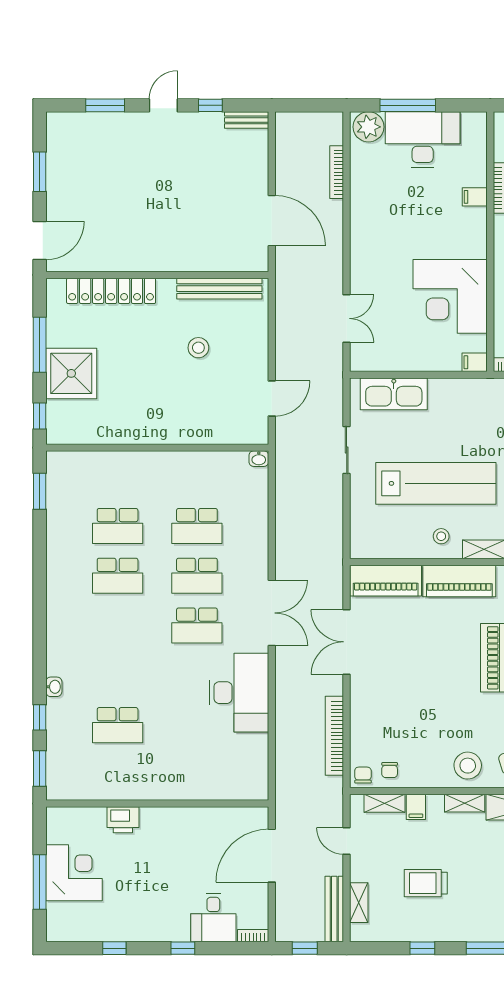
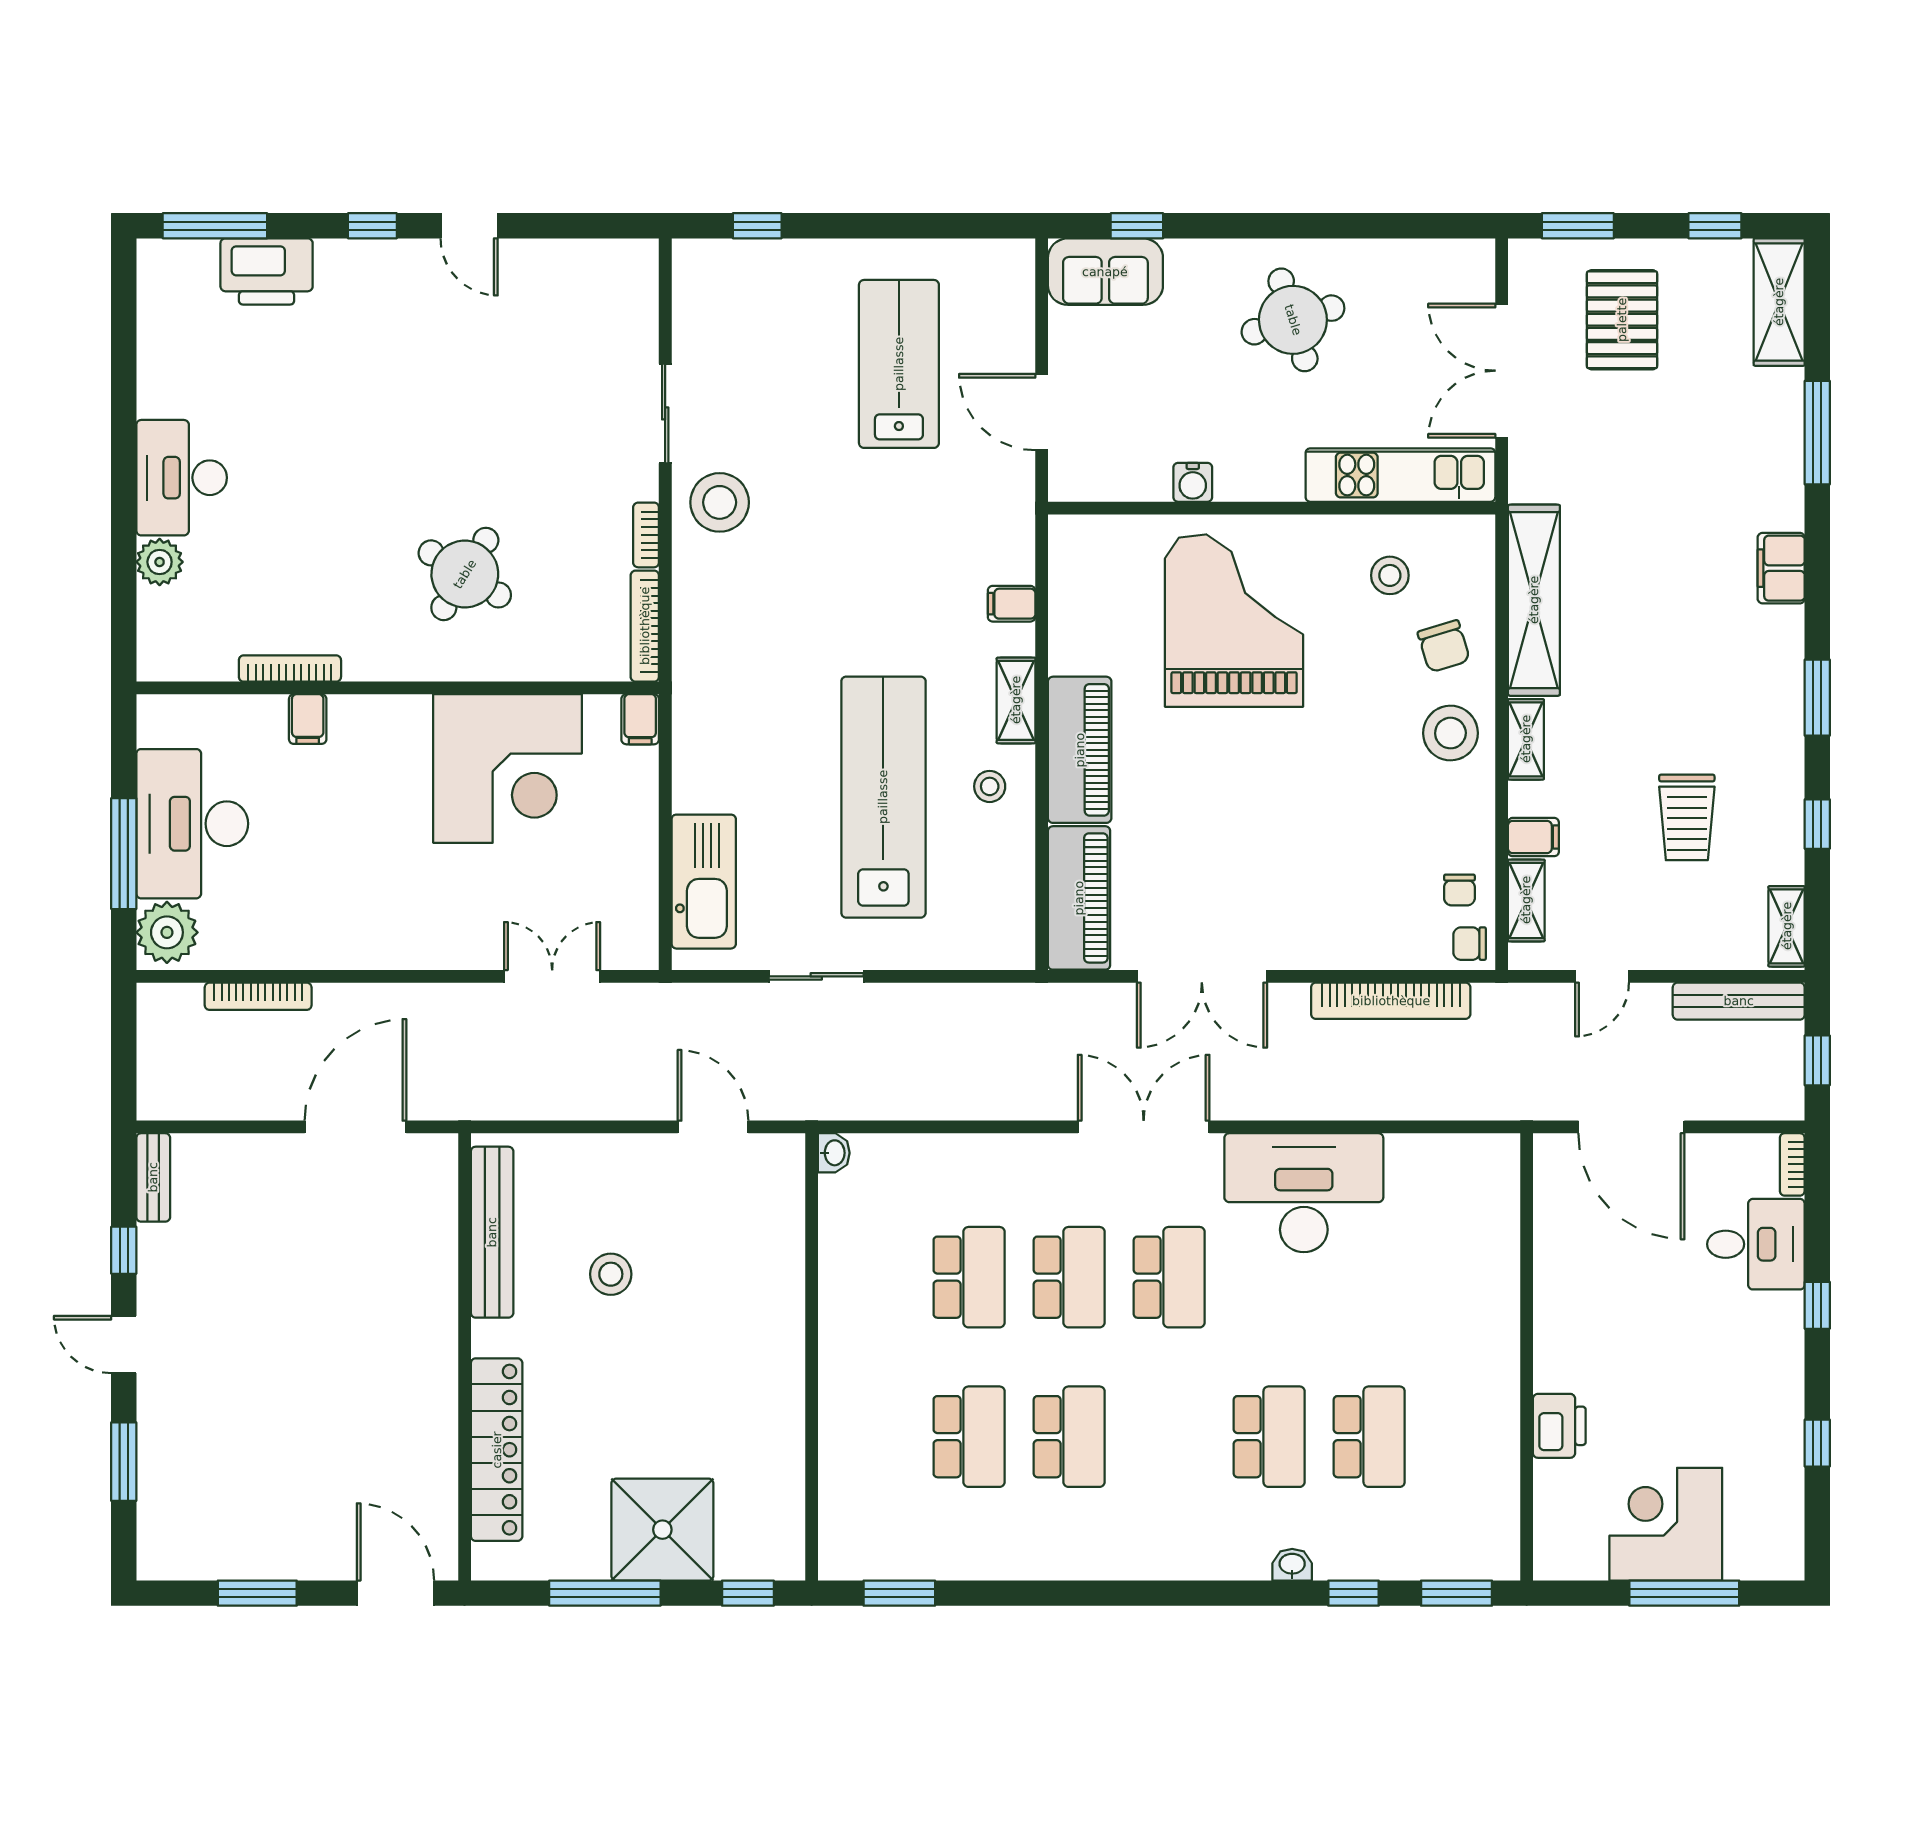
school desk: (118, 675) -> (1269, 1437), added
chair: (390, 770) -> (1459, 890), turned 90
shelving: (359, 903) -> (1787, 926), moved, turned 90

